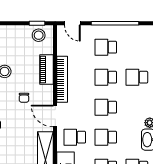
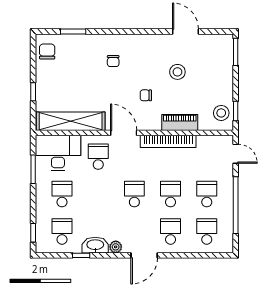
door: (72, 23) -> (236, 154), swing flipped
door: (55, 116) -> (124, 133), hinge flipped
school desk: (106, 137) -> (207, 232), moved

